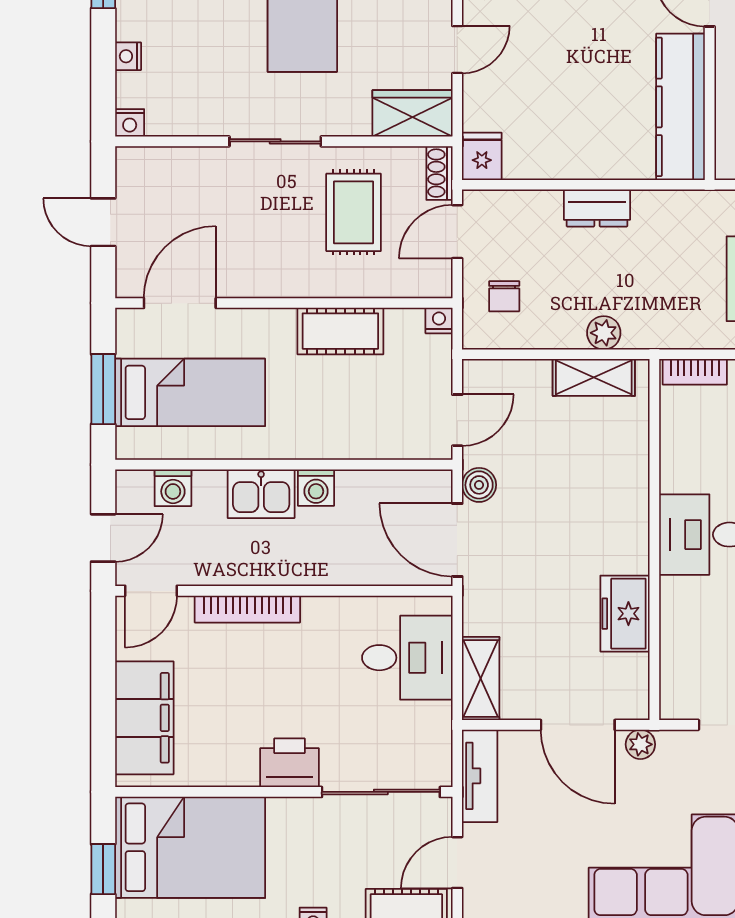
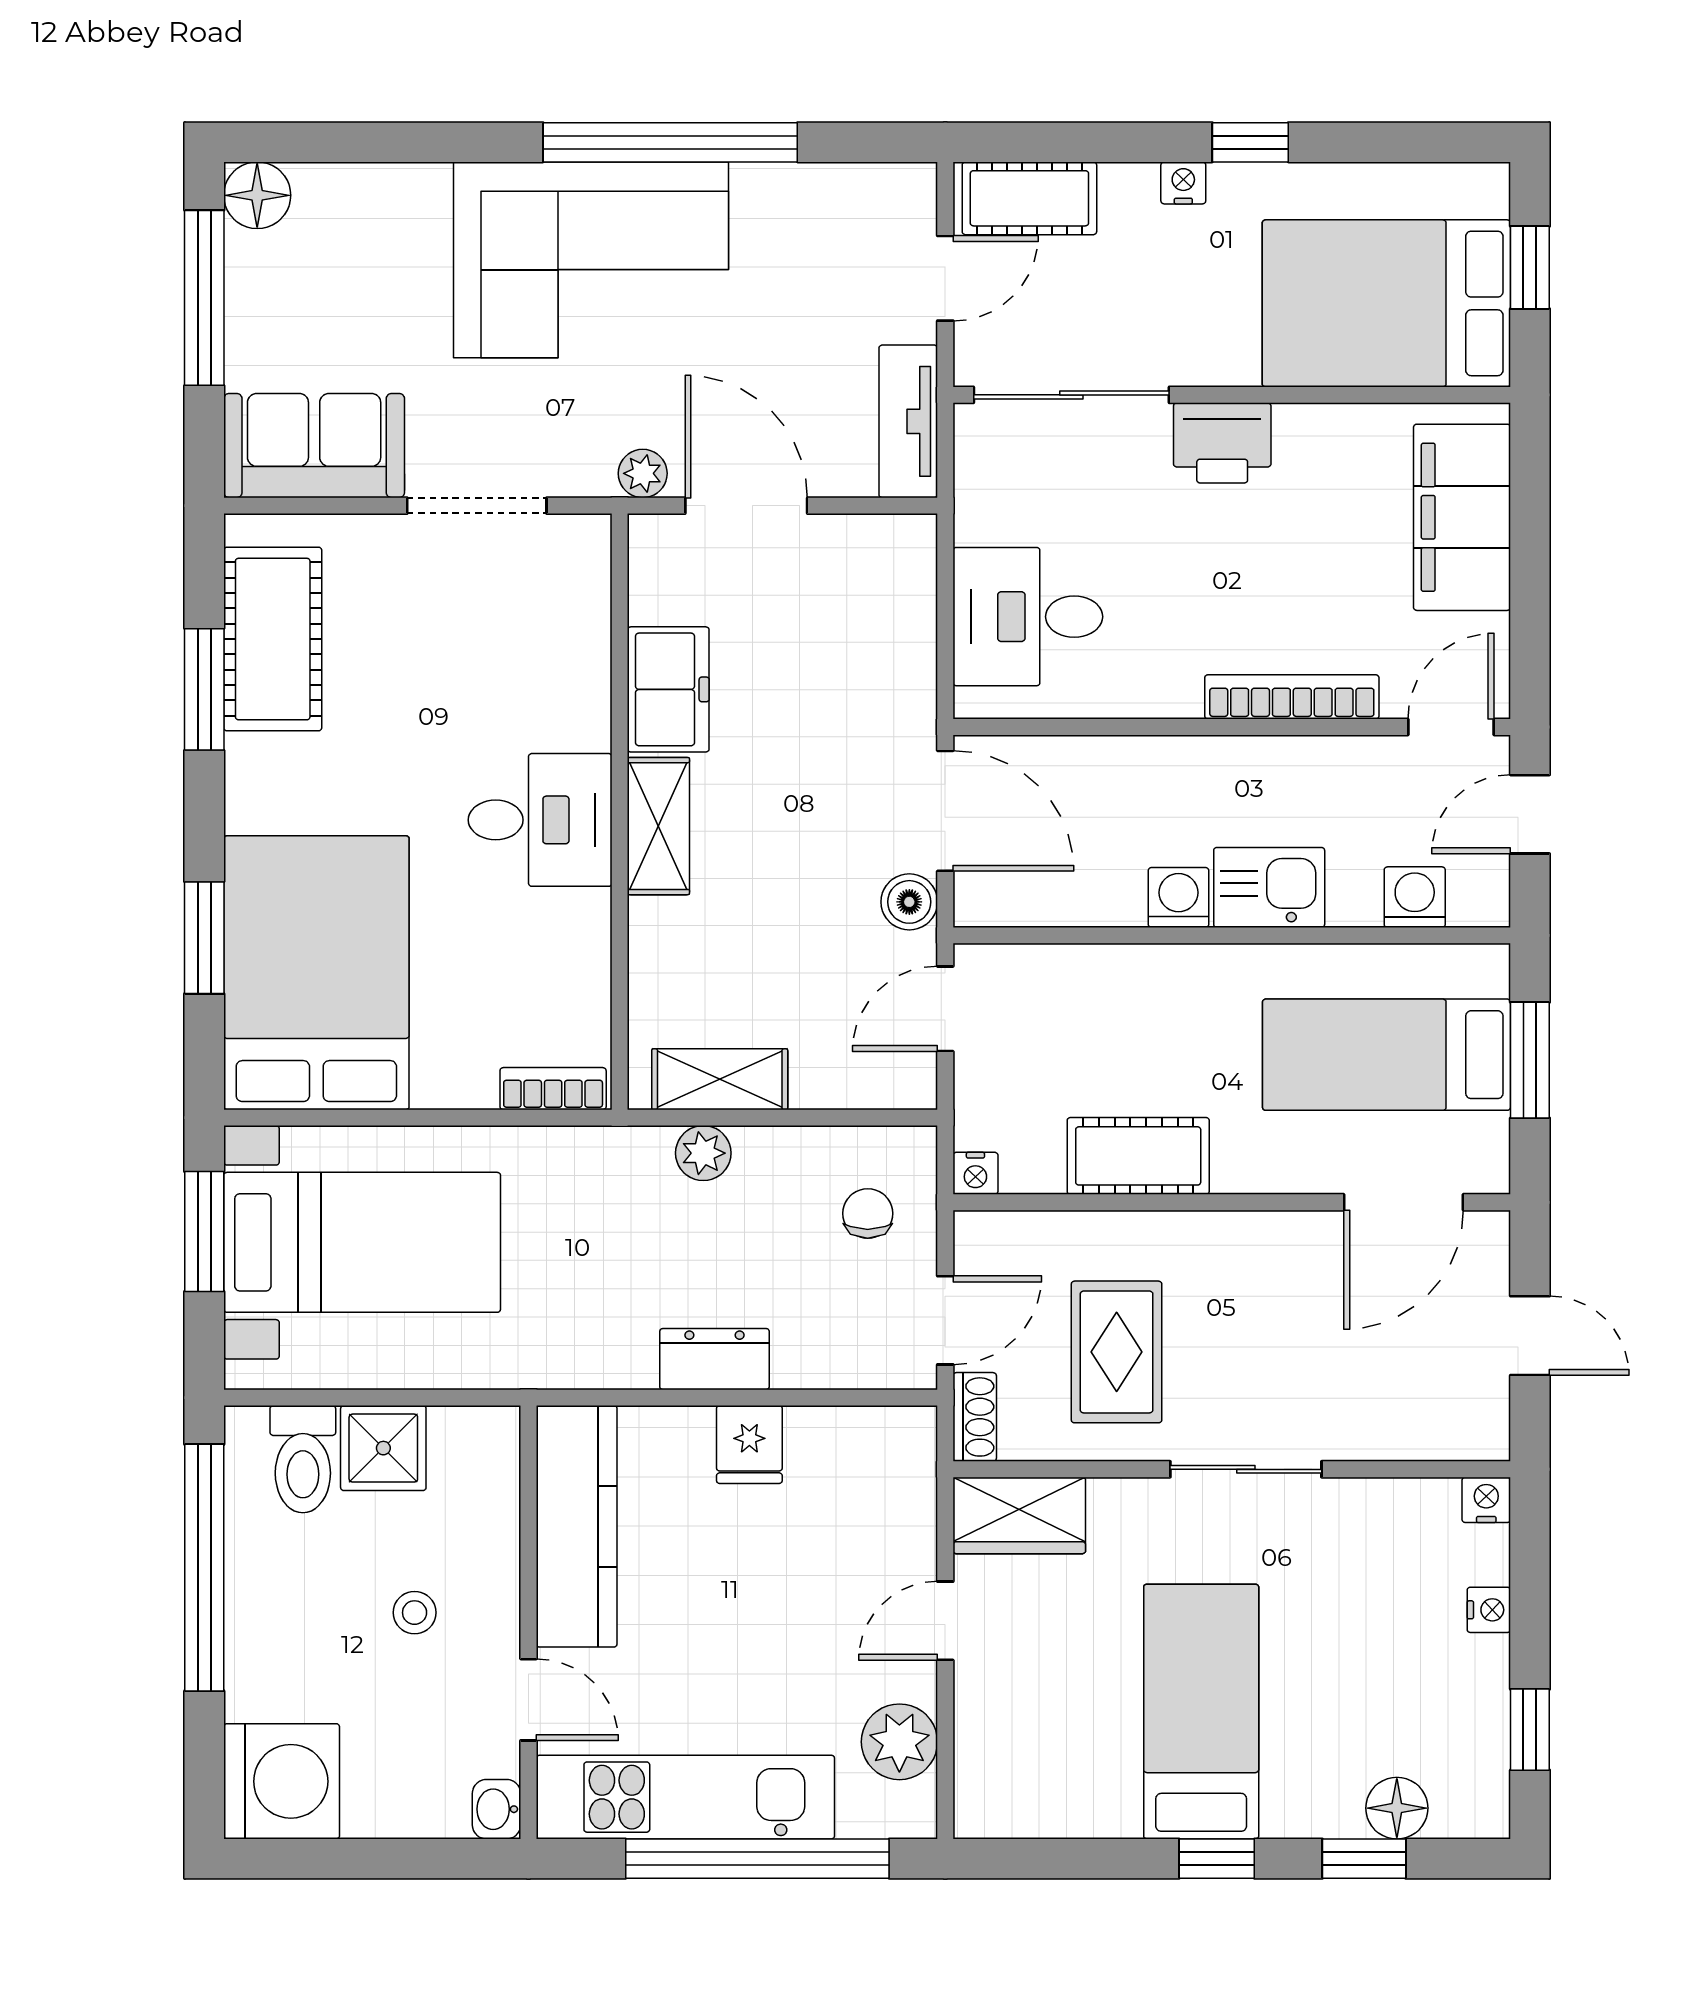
fridge: (482, 156) -> (749, 1445), moved
shelving: (481, 679) -> (658, 826), moved

